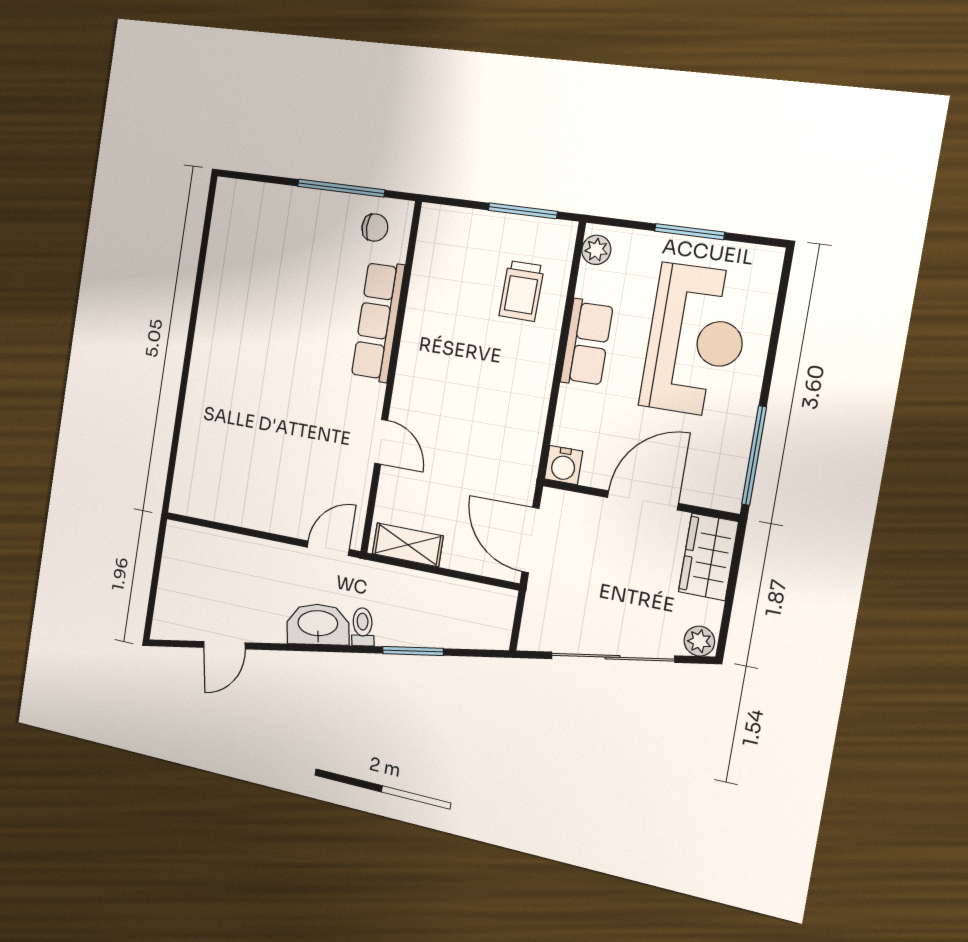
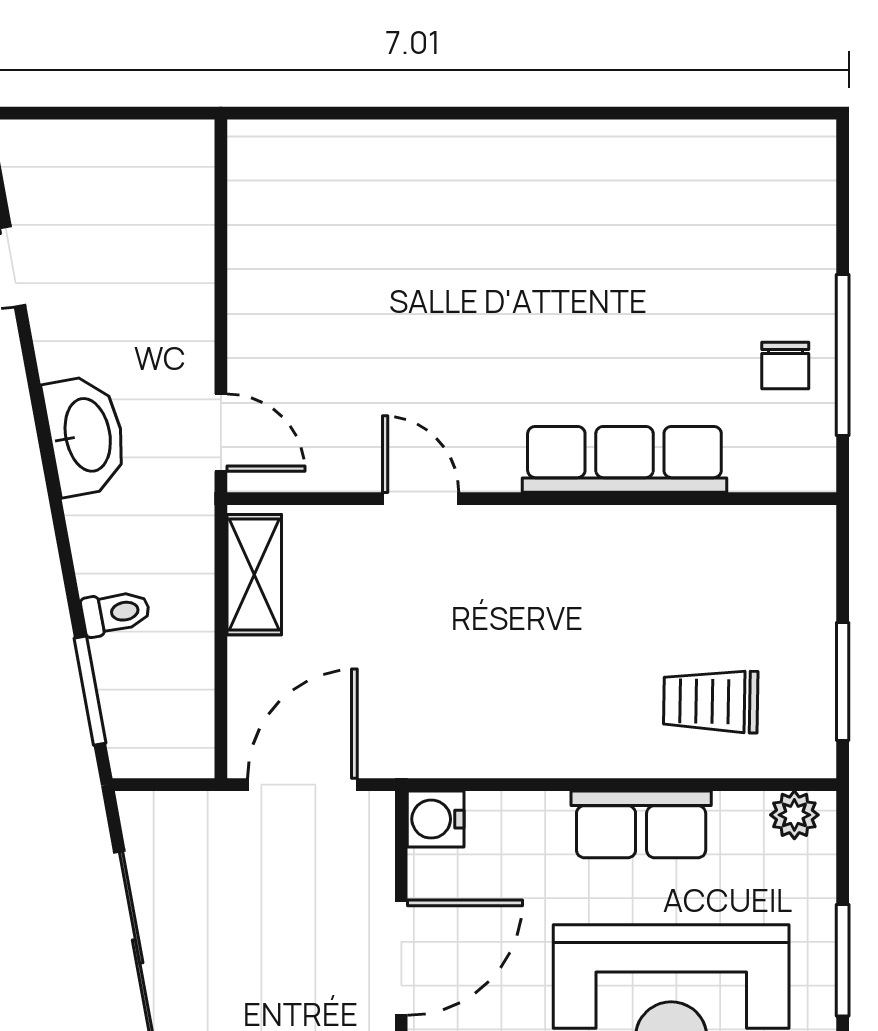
chair: (375, 228) -> (785, 365), moved
door: (381, 442) -> (421, 499), swing flipped
door: (643, 500) -> (401, 958), hinge flipped
toilet: (363, 627) -> (116, 613), moved
window: (413, 651) -> (90, 691), moved

